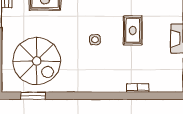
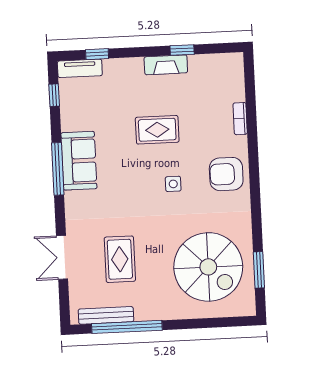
spiral stairs: (37, 61) -> (208, 267), turned 90
armchair: (100, 76) -> (226, 174), added

